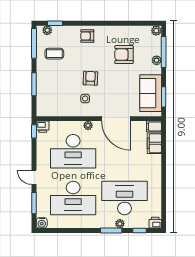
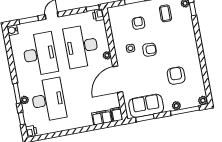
armchair: (87, 36) -> (138, 23), moved
desk: (73, 198) -> (40, 54), turned 180

